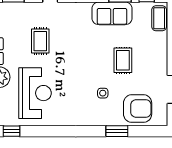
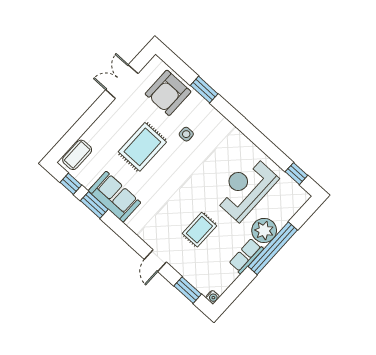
rug: (123, 60) -> (142, 147), width x1.36, depth x1.43
armchair: (138, 109) -> (168, 93), turned -90

